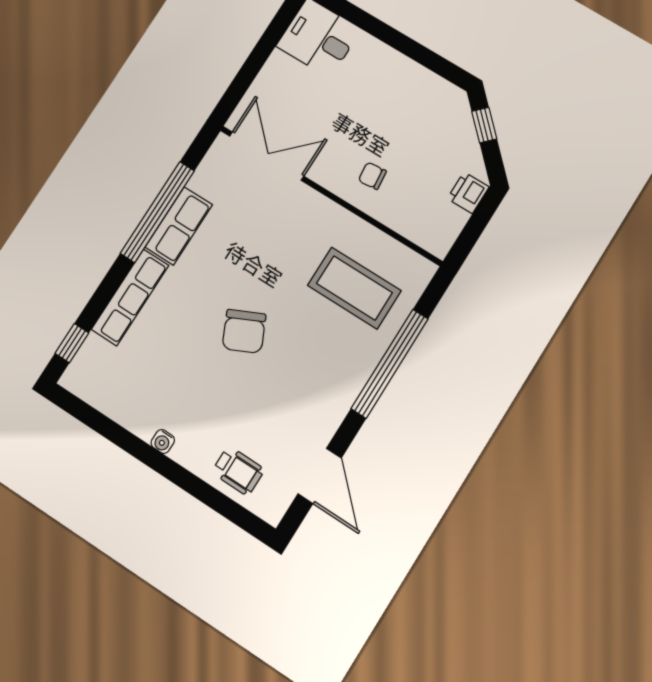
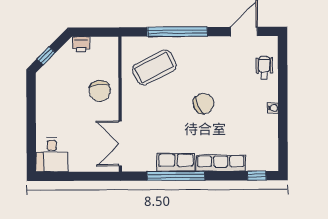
chair: (372, 176) -> (100, 91), width x1.87, depth x1.87
coffee table: (354, 288) -> (154, 68), turned 63

